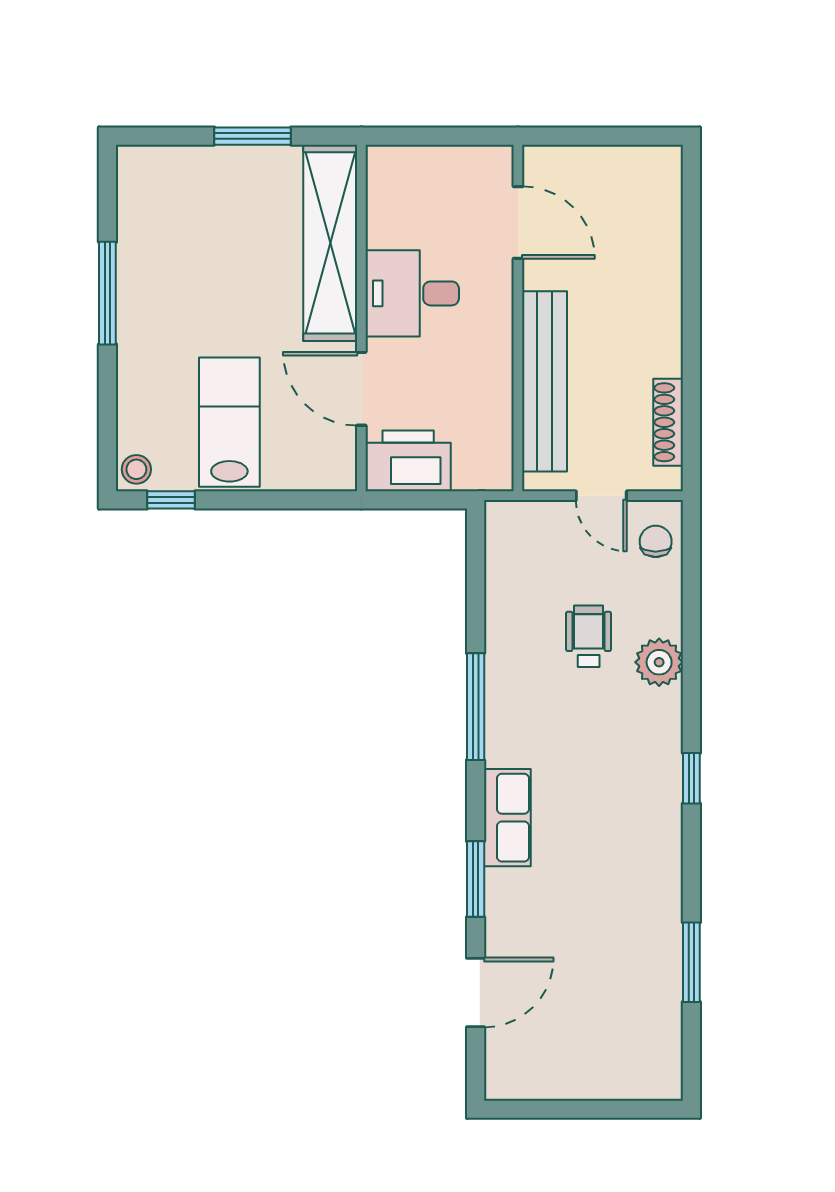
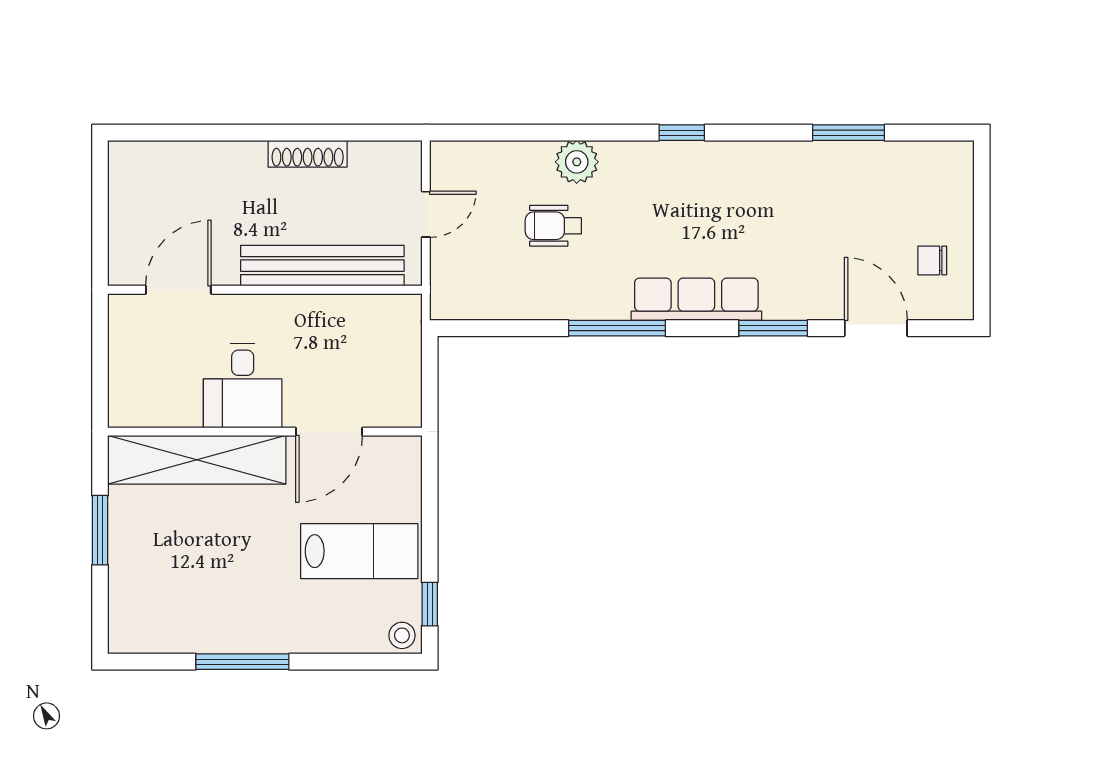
lab bench: (229, 422) -> (359, 551), turned 180
shoe rack: (668, 422) -> (308, 154), moved
printer: (408, 461) -> (394, 389), removed
chair: (656, 541) -> (932, 260), moved
row of seats: (507, 818) -> (696, 299), width x1.48

